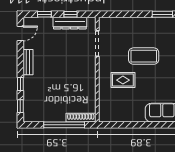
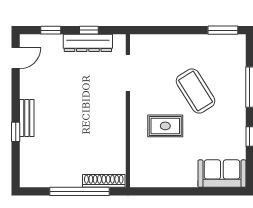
coffee table: (144, 56) -> (196, 91), turned 58
bench: (28, 62) -> (27, 118), moved
window: (20, 106) -> (16, 164), removed

